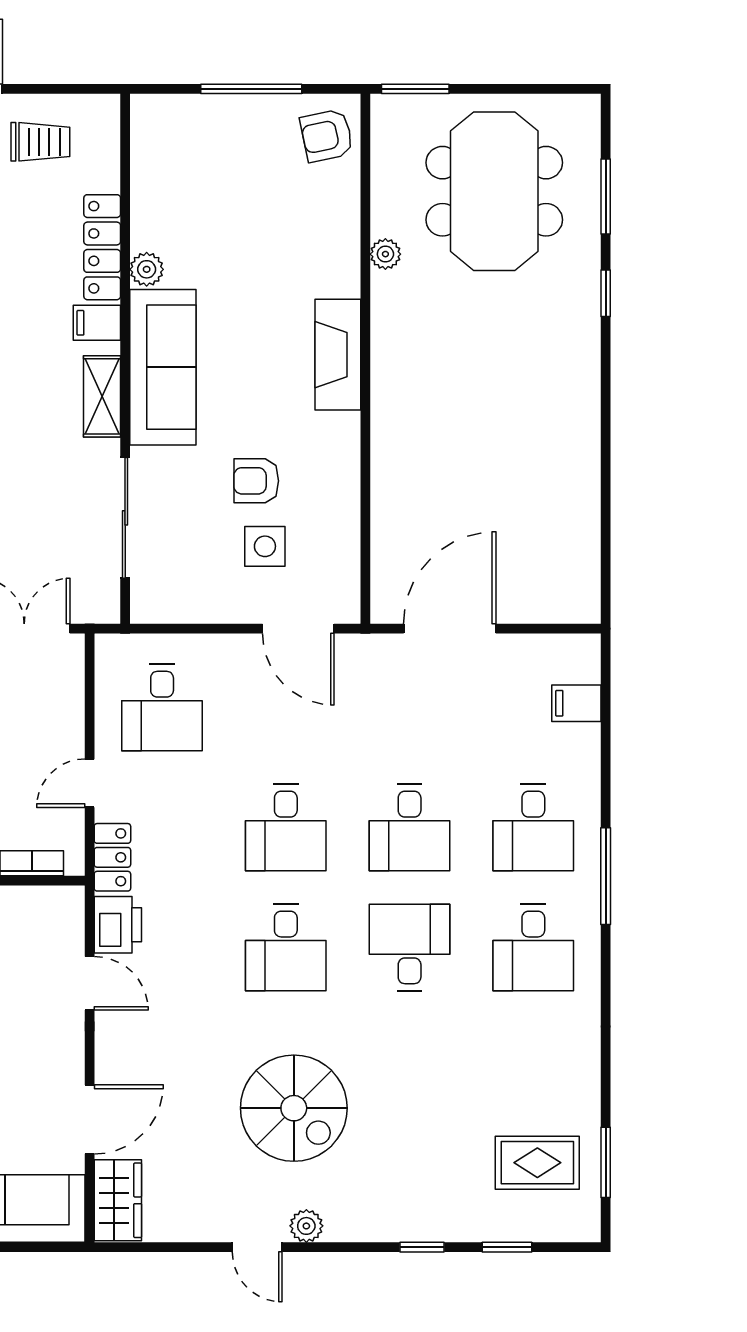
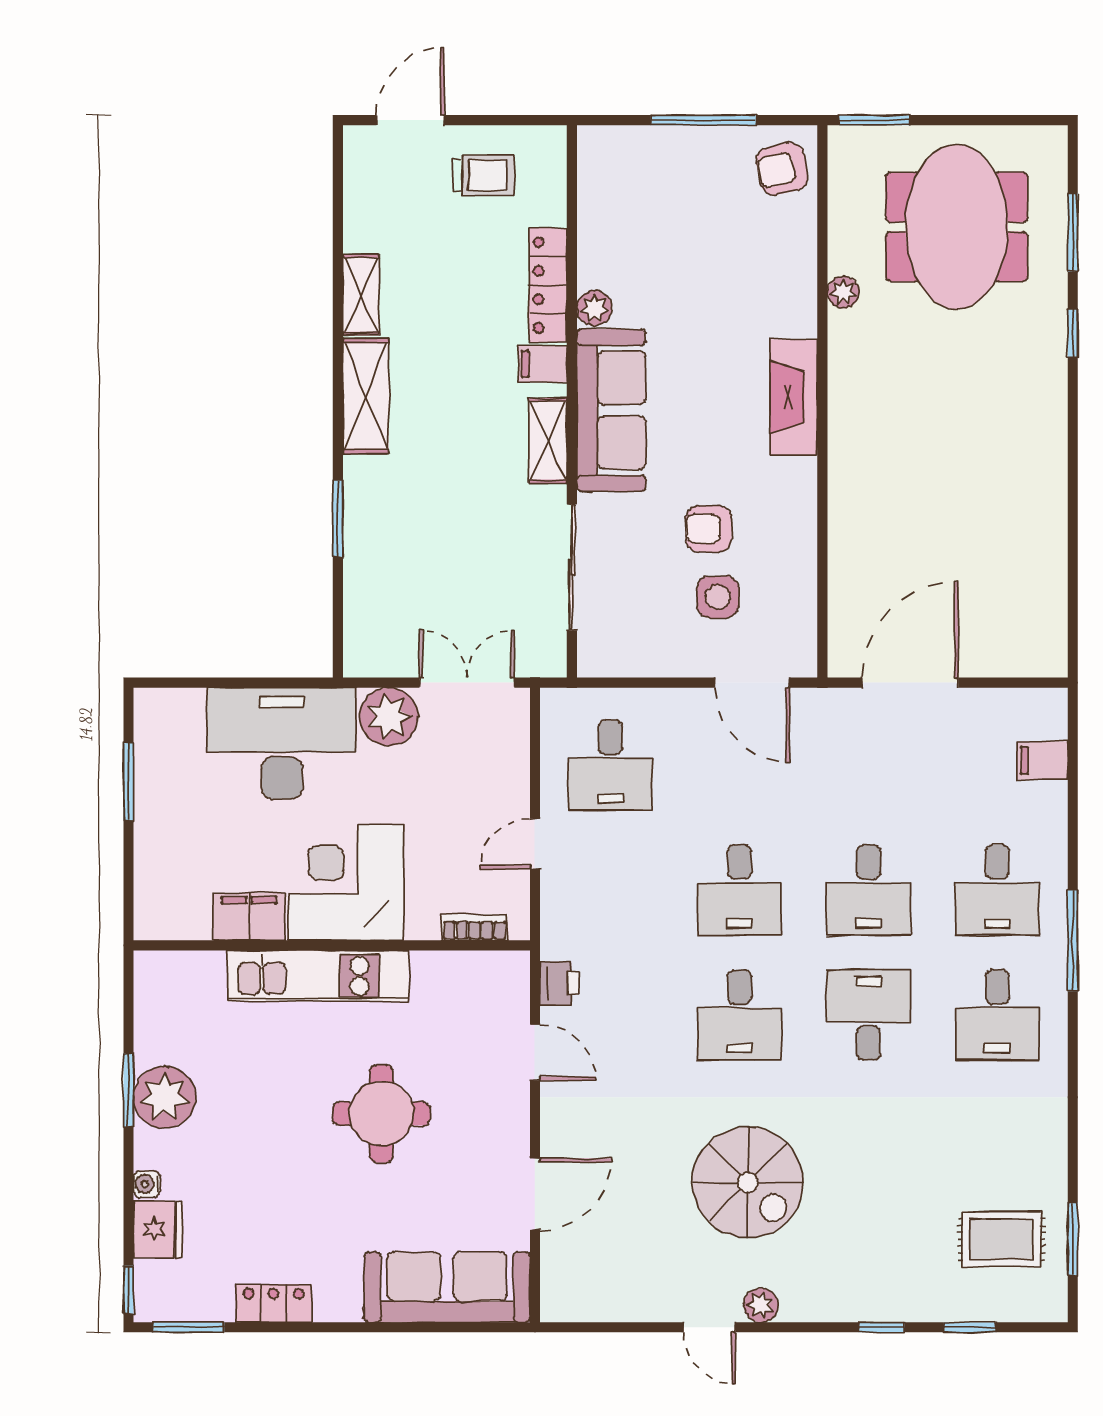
locker: (112, 857) -> (559, 921), removed
printer: (118, 925) -> (560, 983), width x0.73, depth x0.81
wardrobe: (118, 1200) -> (564, 1278), removed

